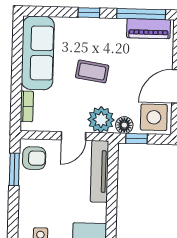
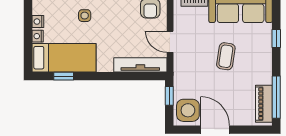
window: (89, 13) -> (276, 38), moved
plant: (101, 120) -> (185, 65), removed
floor lamp: (124, 125) -> (181, 85), removed

